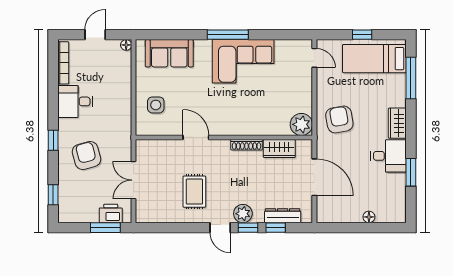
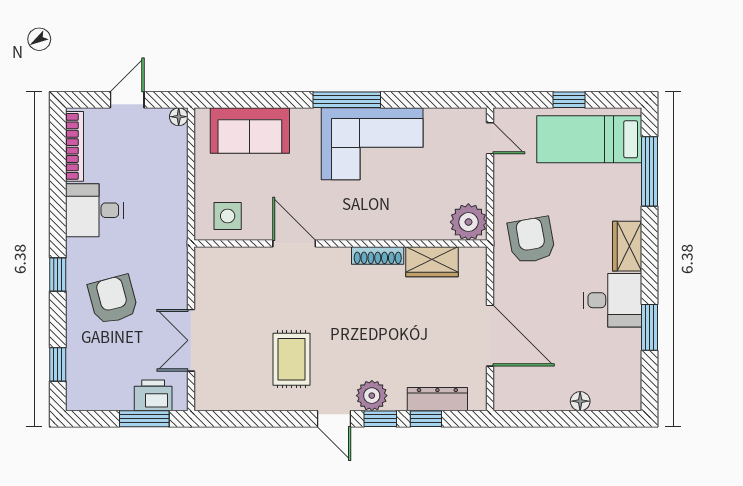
plant: (301, 124) -> (468, 222), moved
door: (196, 137) -> (294, 244), moved
wall: (224, 137) -> (340, 244), moved
shoe rack: (247, 145) -> (378, 256), moved
wardrobe: (279, 149) -> (432, 262), moved

